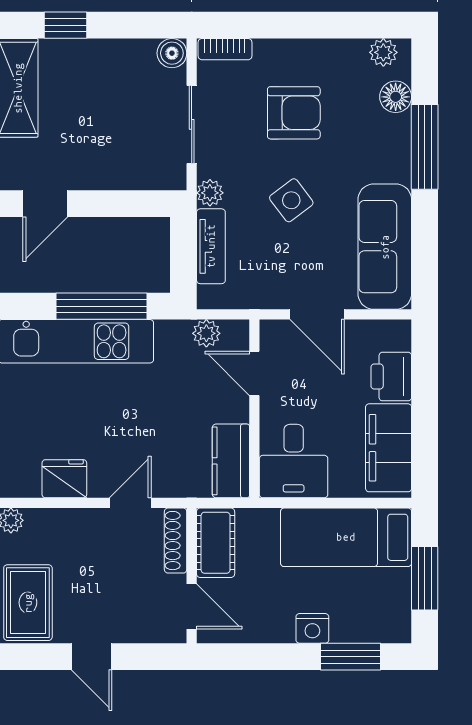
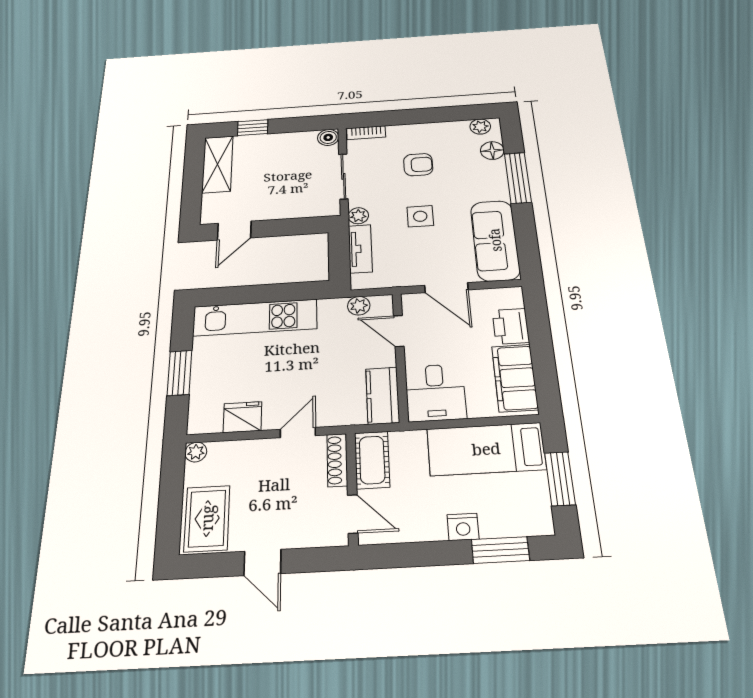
armchair: (294, 113) -> (418, 165), width x0.72, depth x0.72
side table: (291, 200) -> (420, 216), turned 37
window: (102, 306) -> (276, 293), removed

